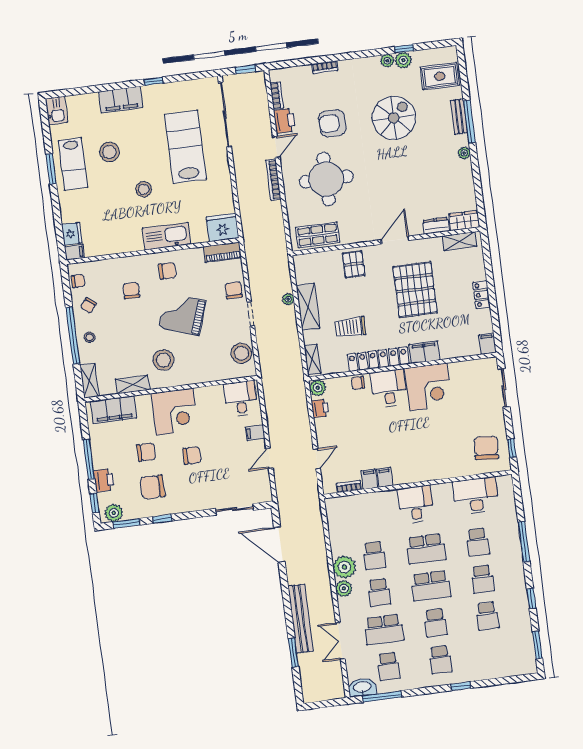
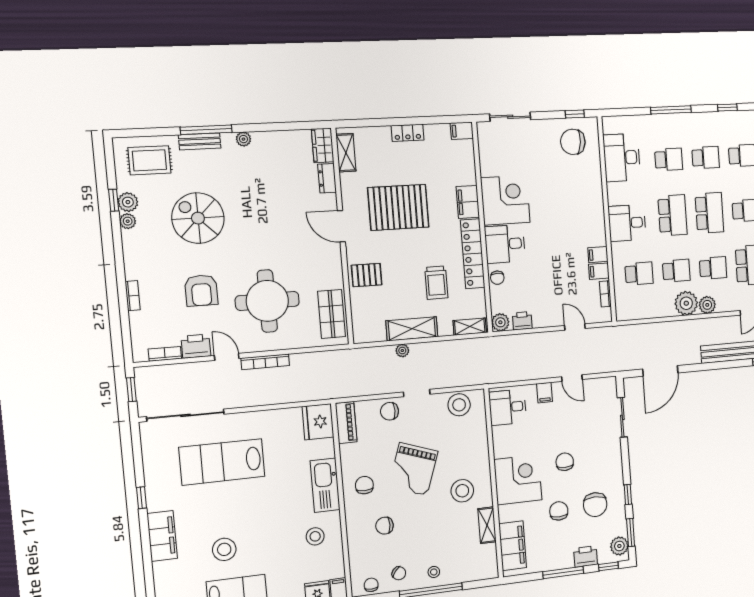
rug: (440, 76) -> (149, 160), turned 90
stool: (144, 189) -> (315, 536), moved
shelving: (89, 381) -> (481, 572), removed
school desk: (369, 518) -> (639, 274), added

